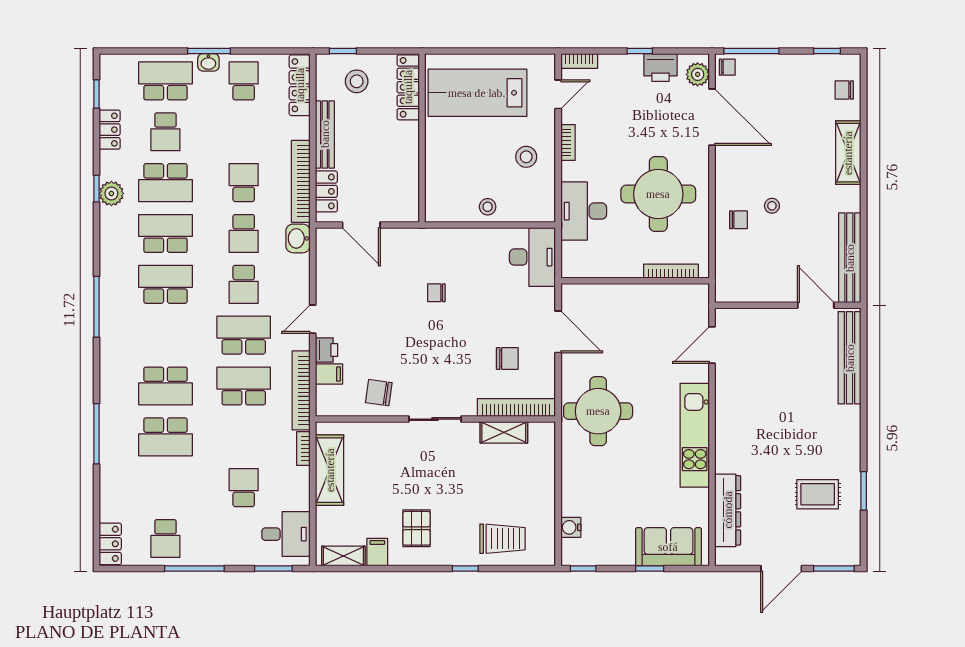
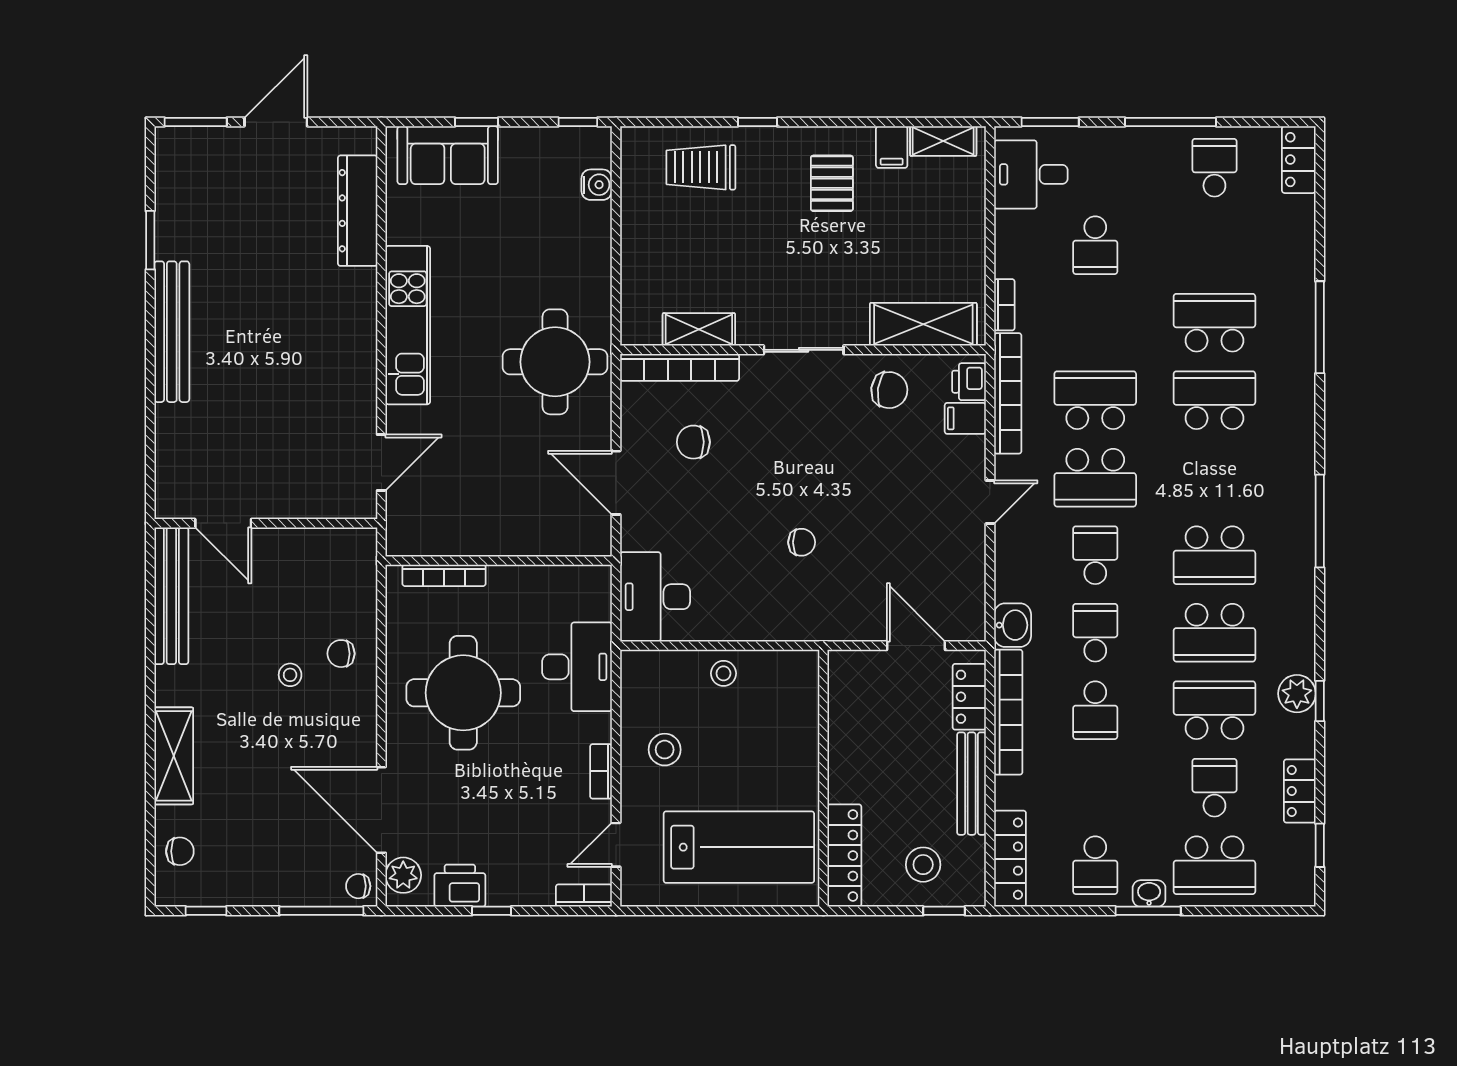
printer: (327, 350) -> (969, 382), moved
bench: (850, 358) -> (172, 332), moved
school desk: (244, 386) -> (1095, 400), turned 180
shelving: (330, 470) -> (923, 324), moved, turned 90
rug: (818, 494) -> (220, 235), removed

